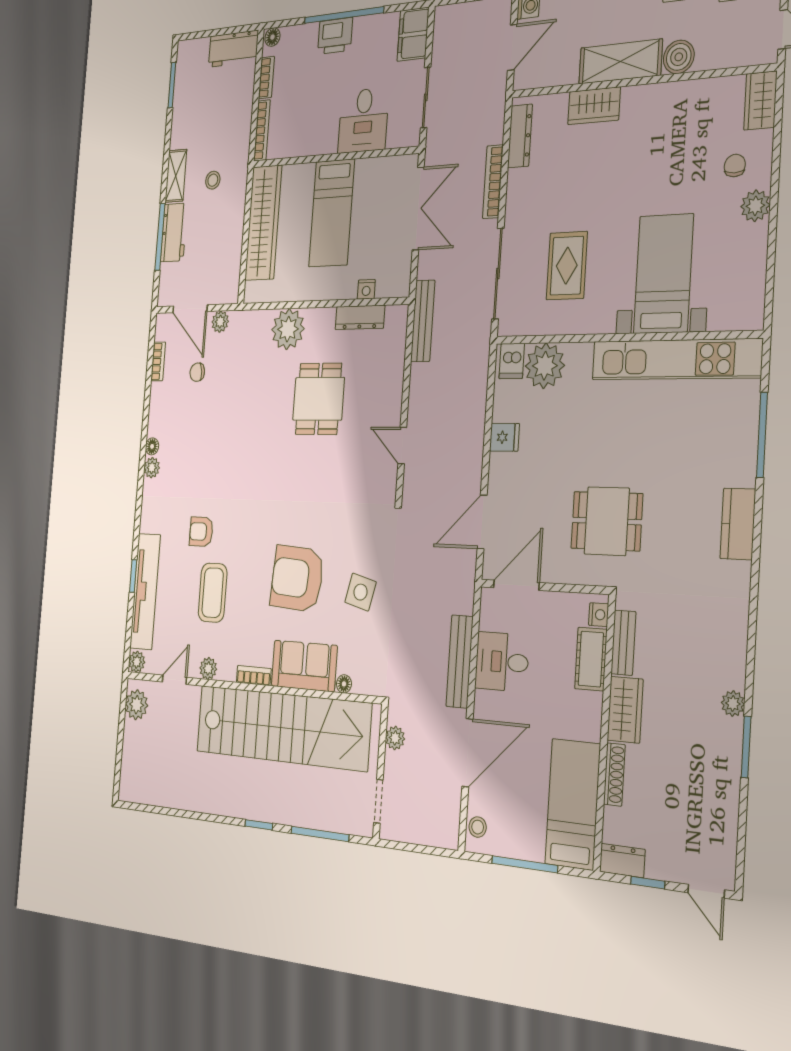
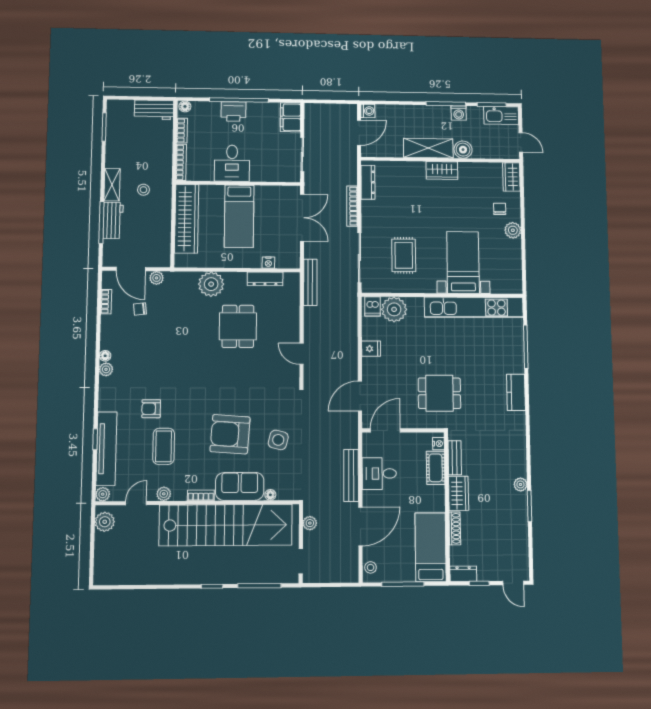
wardrobe: (594, 106) -> (442, 171), moved
desk: (363, 120) -> (232, 163), moved

